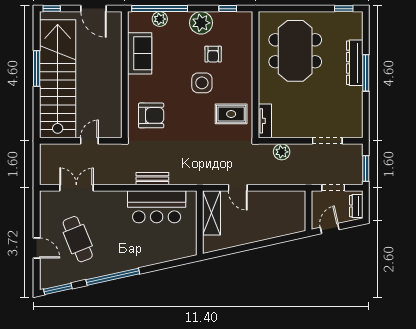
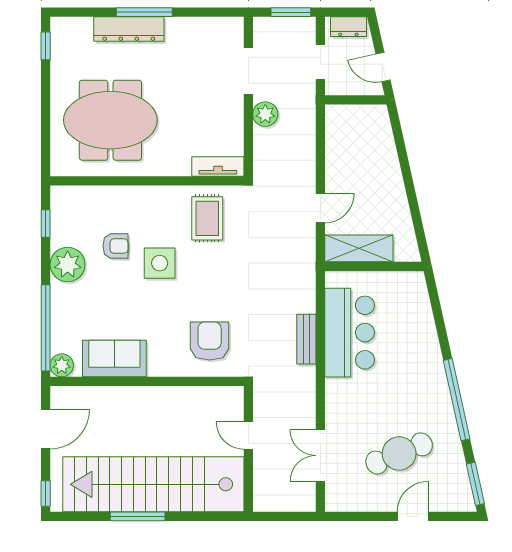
plant: (160, 19) -> (62, 365), moved
plant: (282, 152) -> (265, 114), moved

